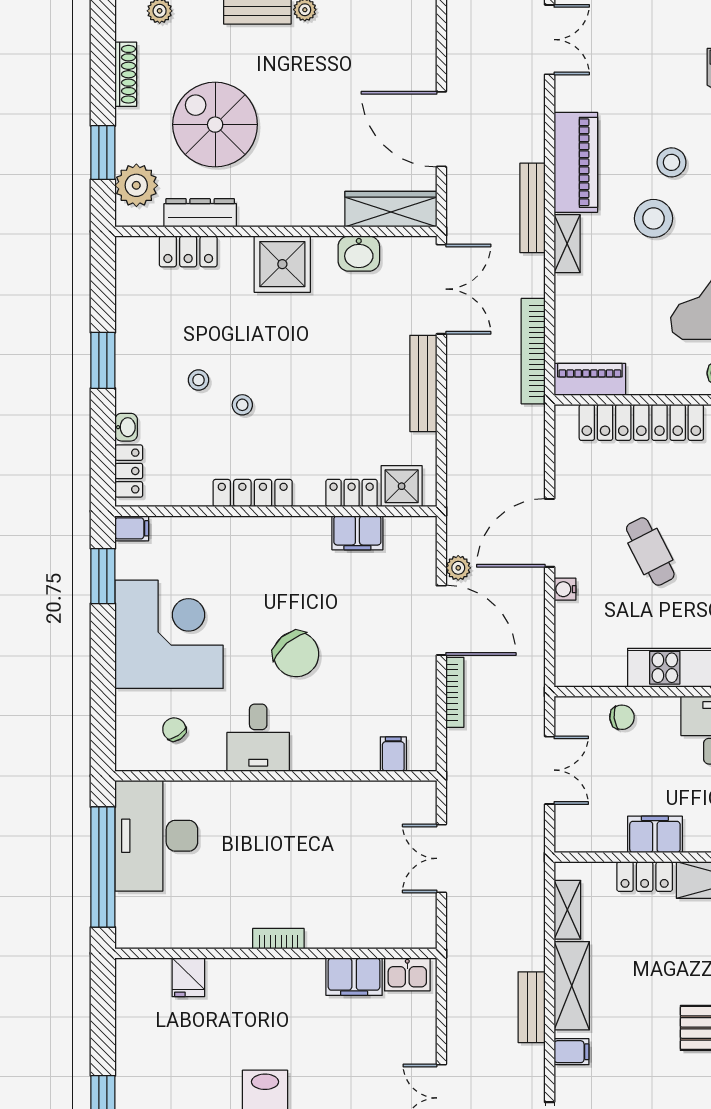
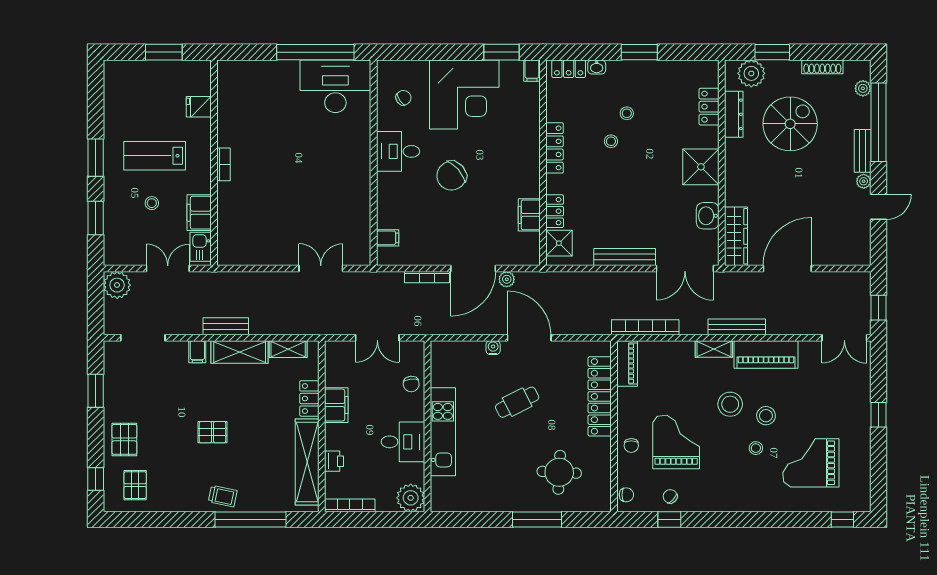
bookcase: (278, 939) -> (223, 164), moved
wall: (276, 953) -> (214, 163), moved
kitchen sink: (407, 974) -> (201, 247), moved
fridge: (188, 977) -> (199, 107), moved
filing cabinet: (354, 977) -> (199, 213), moved

